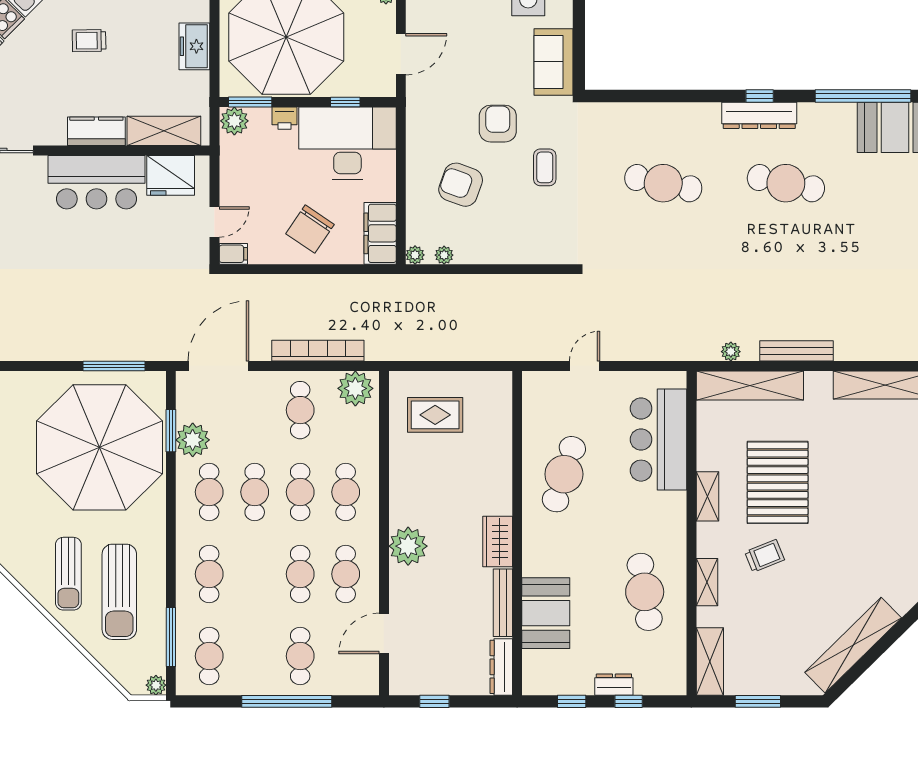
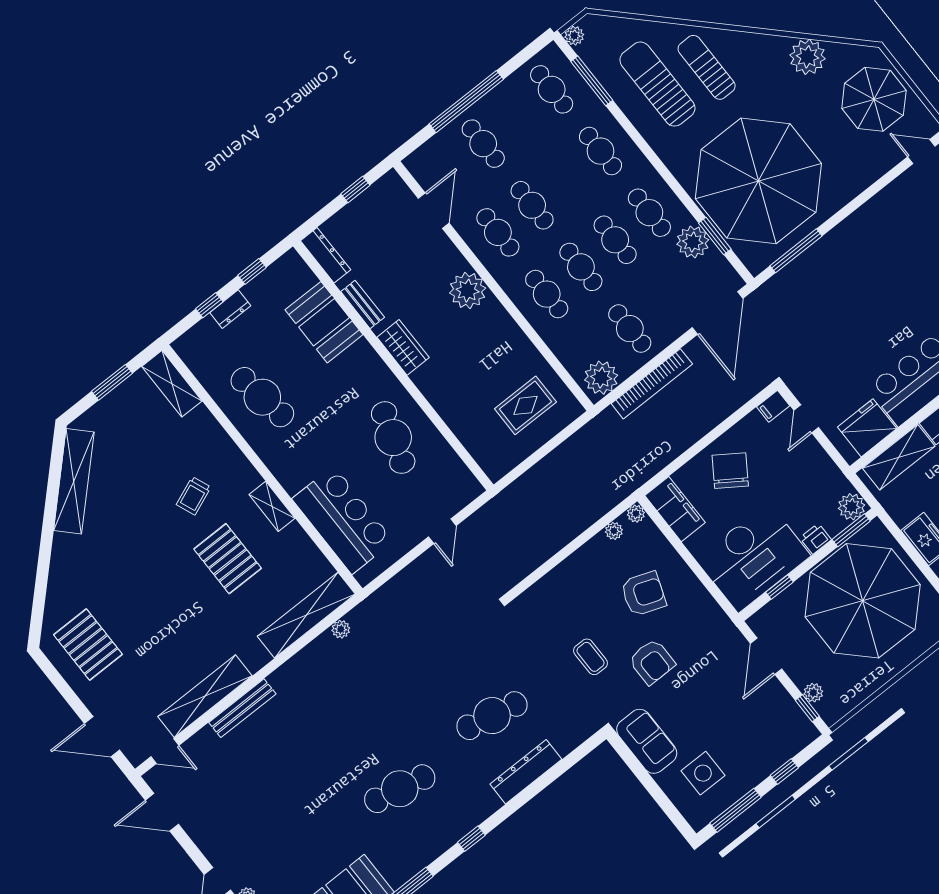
dresser: (759, 115) -> (526, 772), moved
bench: (796, 351) -> (242, 708), moved
pallet: (778, 482) -> (228, 559), width x0.73, depth x0.71
shelving: (707, 582) -> (221, 442), removed
bench: (503, 603) -> (363, 304), width x0.73

